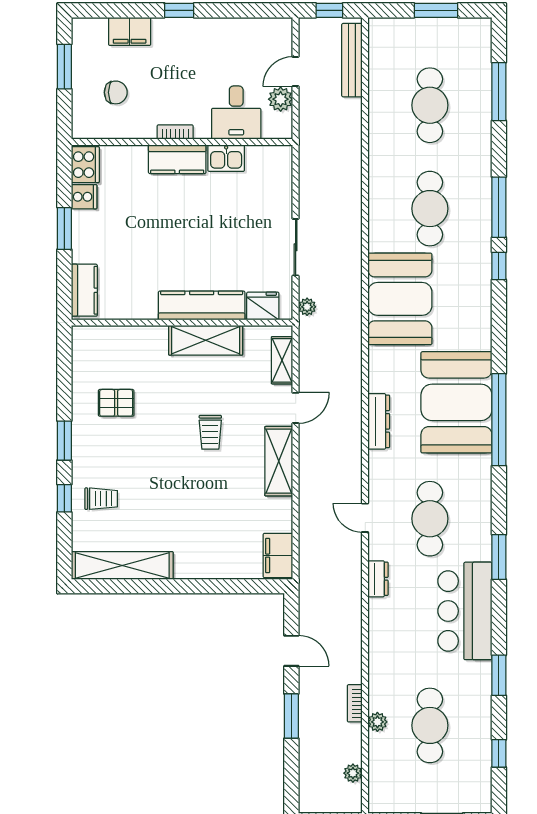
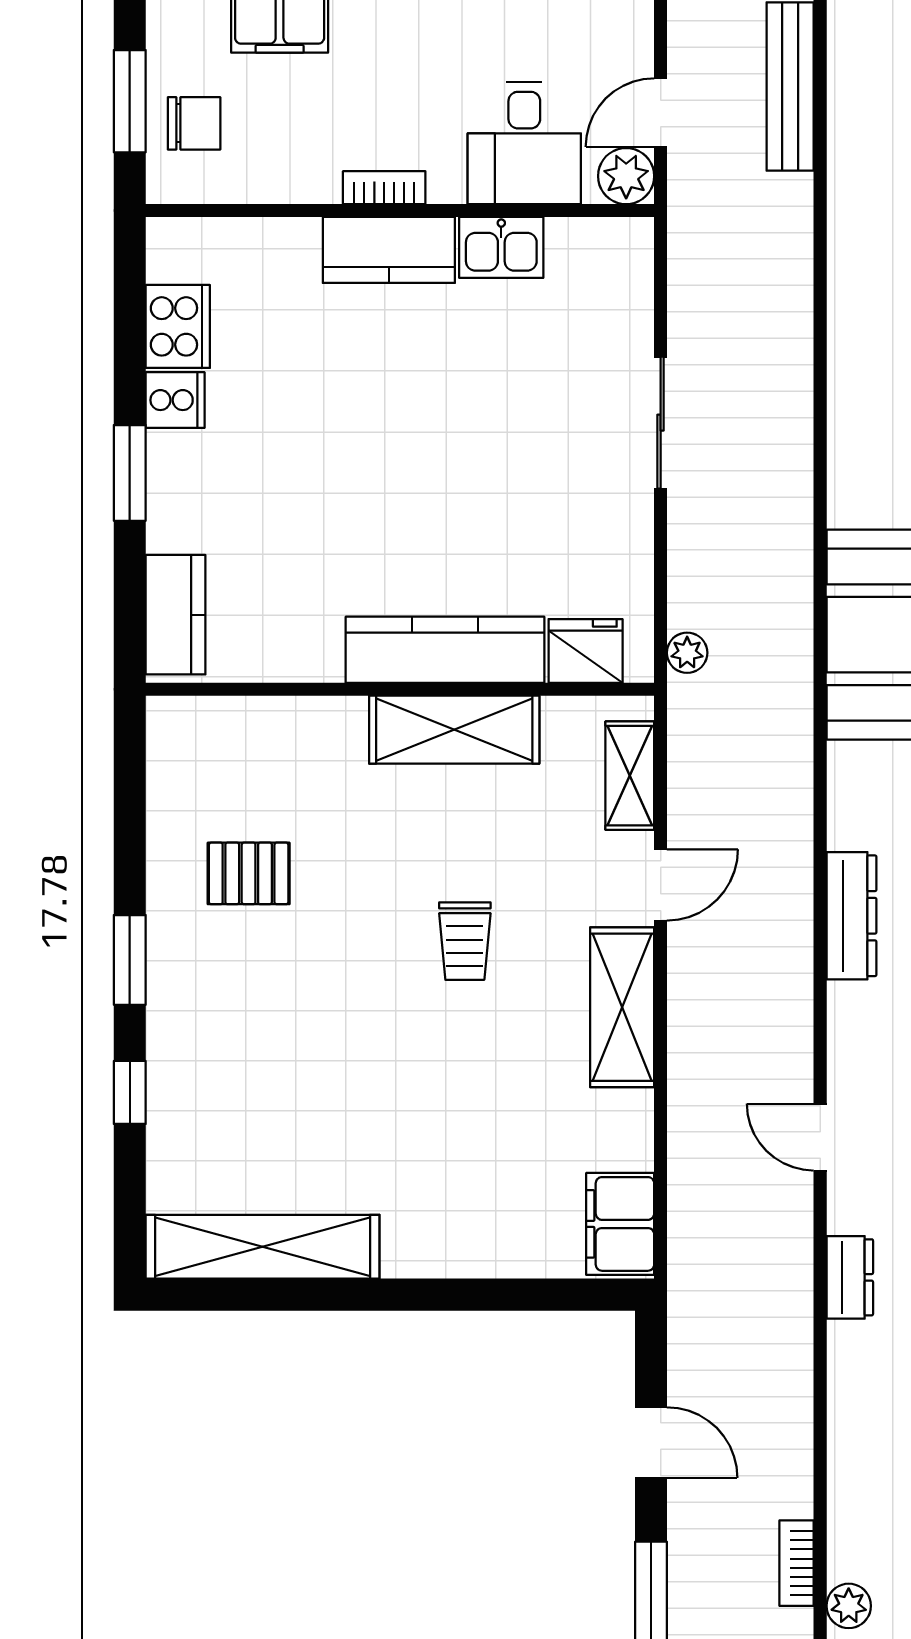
chair: (116, 92) -> (194, 123), moved
desk: (236, 113) -> (524, 143), moved
bookcase: (175, 132) -> (384, 188), moved
wall: (182, 142) -> (400, 211), moved
kitchen sink: (226, 158) -> (501, 247), moved
kitchen counter: (177, 159) -> (389, 250), moved
sliding door: (296, 247) -> (661, 423), moved
trolley: (101, 499) -> (214, 1093), removed

